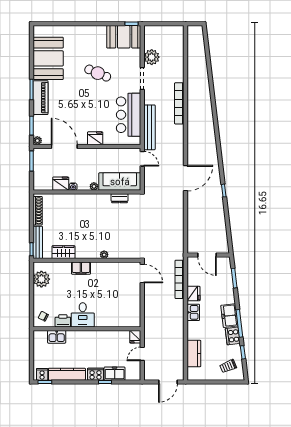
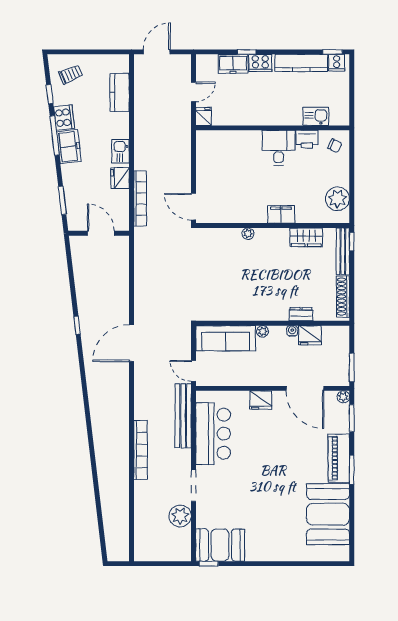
cafe table: (98, 73) -> (257, 493), removed
dresser: (120, 198) -> (301, 314), moved

